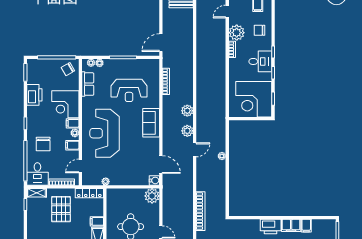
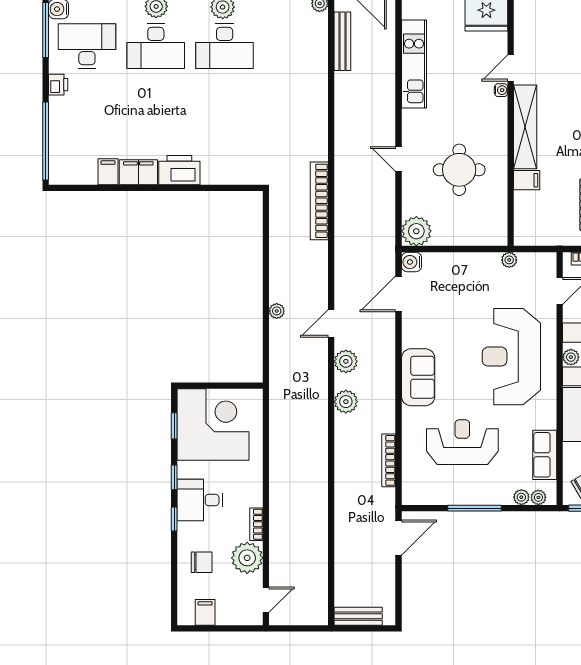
reception desk: (104, 133) -> (511, 357), turned 180
door: (161, 164) -> (398, 294), hinge flipped
locker: (89, 193) -> (542, 237), removed

